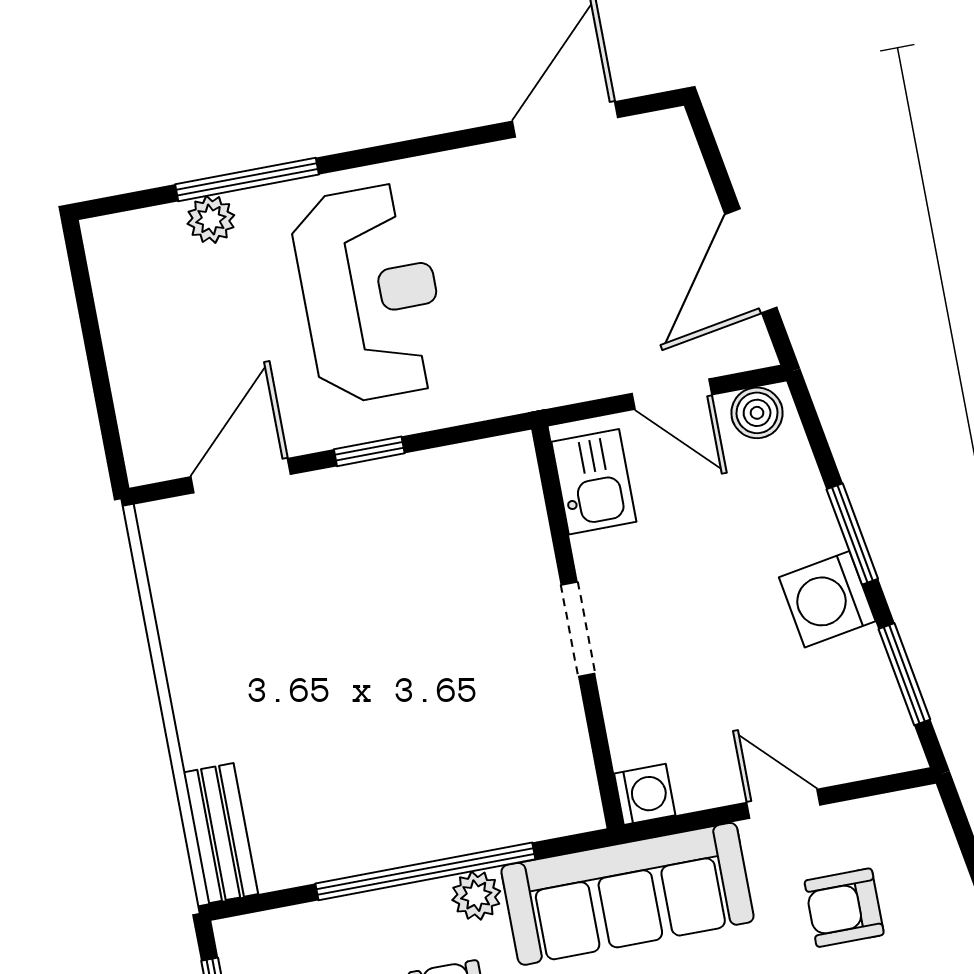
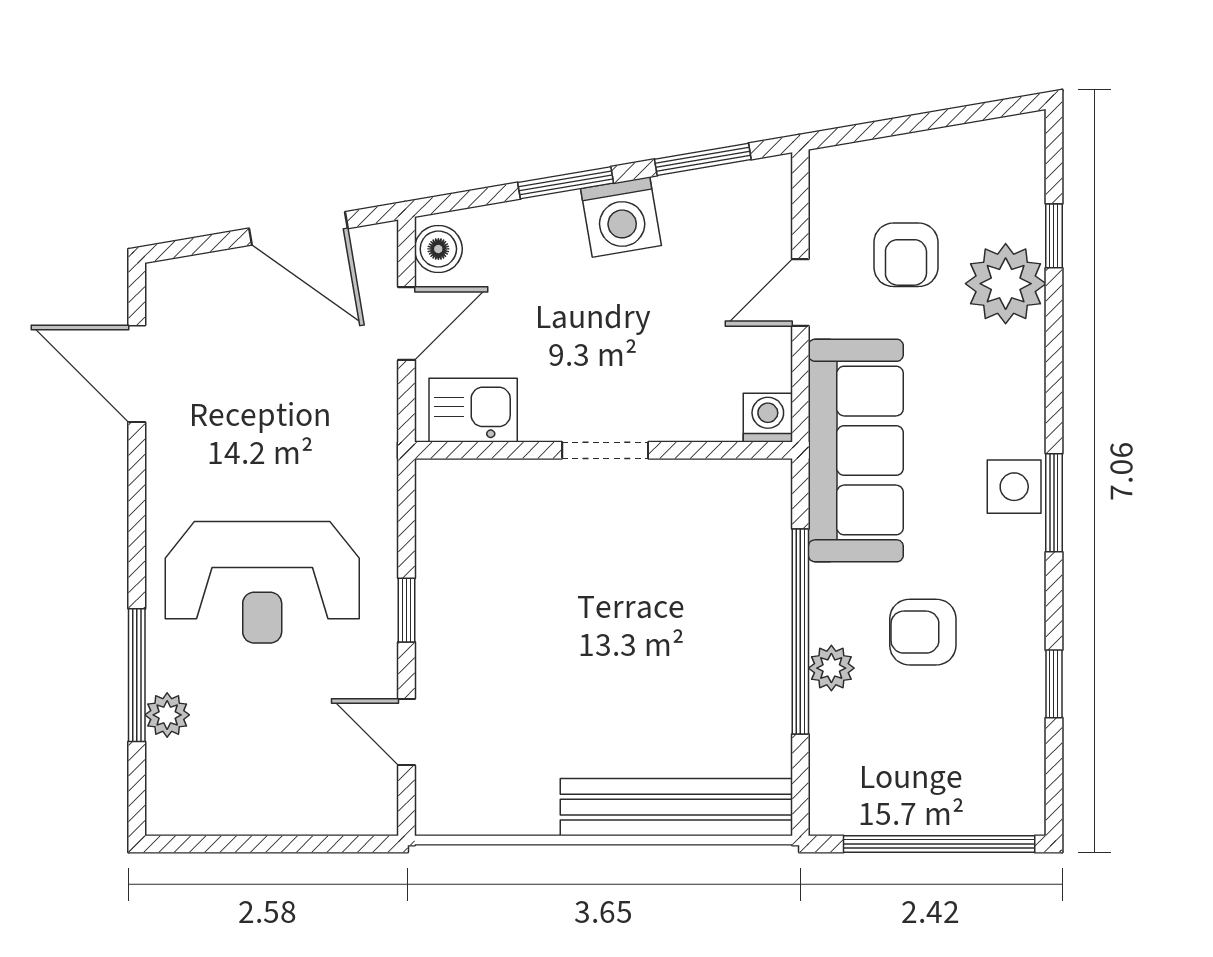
reception desk: (370, 293) -> (262, 582), turned 180
door: (241, 476) -> (407, 732), width x0.73
bench: (221, 833) -> (676, 807), width x1.86, depth x1.21
plant: (476, 896) -> (831, 668), moved

